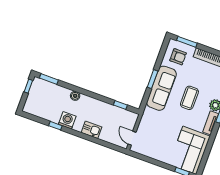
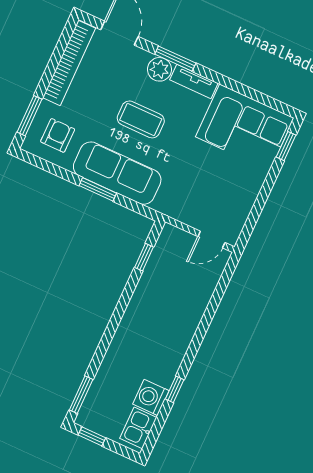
boiler: (75, 96) -> (119, 345), removed
washing machine: (67, 120) -> (151, 397), moved
kitchen sink: (91, 130) -> (138, 428), moved

